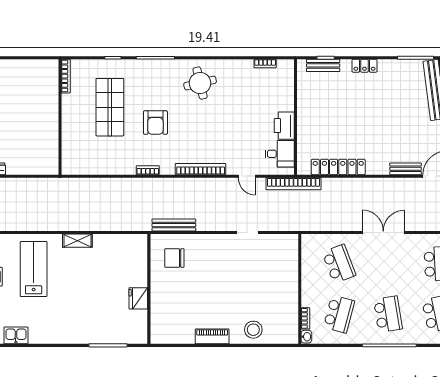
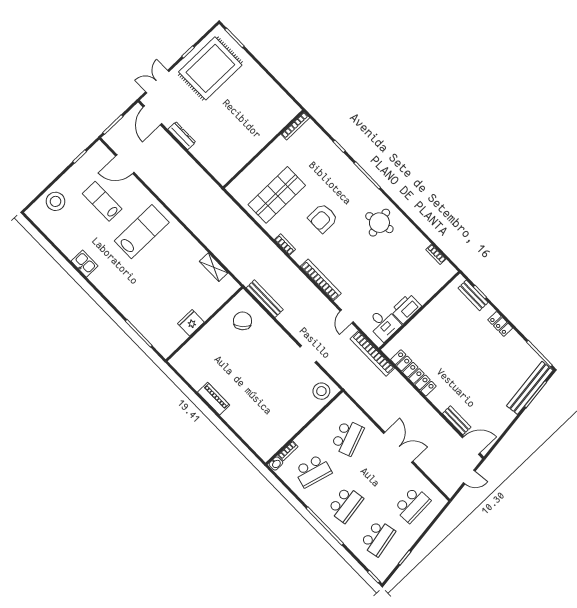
shop shelf: (110, 107) -> (277, 195), moved
shelving: (77, 241) -> (214, 267), moved
chair: (174, 258) -> (242, 321), turned 48
stool: (253, 330) -> (321, 391), moved

